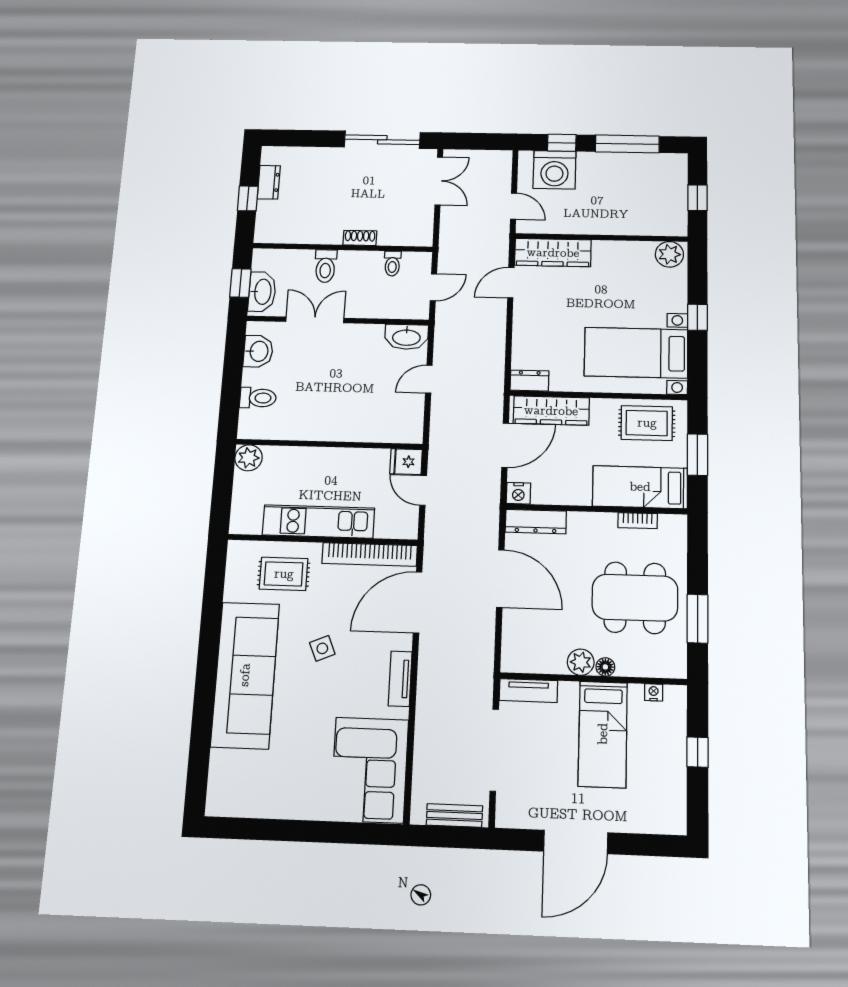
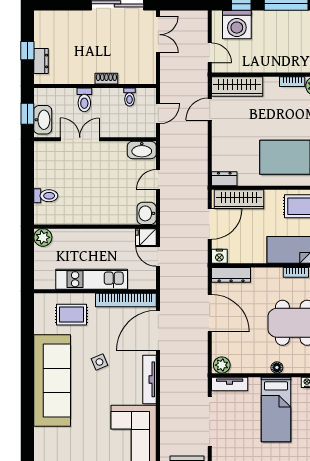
dresser: (269, 182) -> (41, 61), moved
bookcase: (635, 248) -> (292, 82), added
washbasin: (258, 351) -> (147, 213), moved, turned 180
plant: (581, 662) -> (222, 365), moved
tv unit: (400, 679) -> (149, 379), width x1.41

